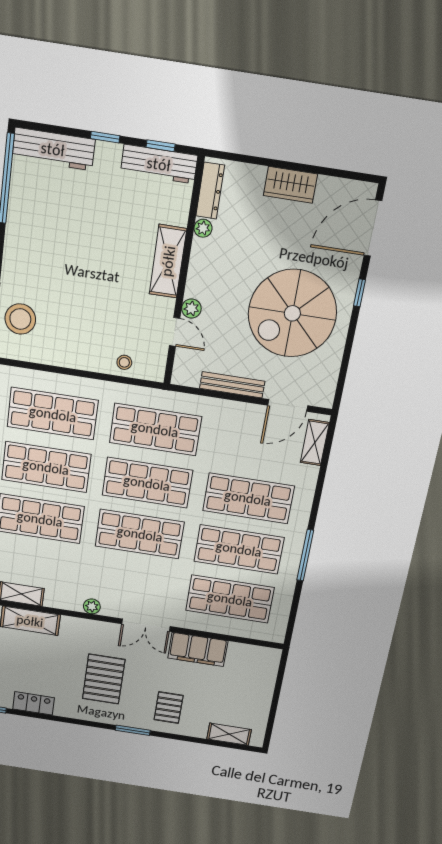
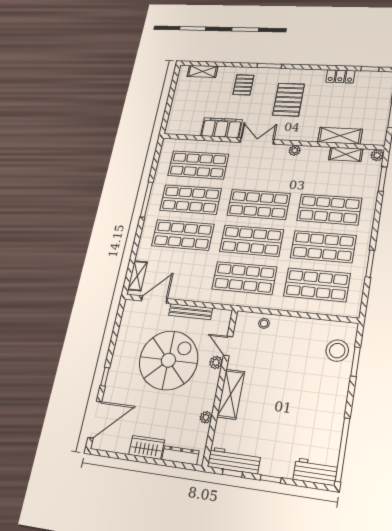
workbench: (53, 149) -> (315, 472), width x0.73
dresser: (210, 191) -> (180, 455), moved, turned 90
spiral stairs: (292, 313) -> (168, 360), moved

